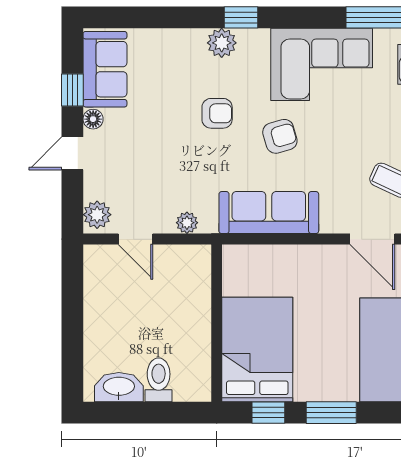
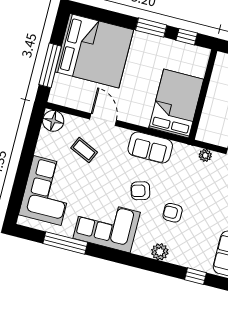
window: (241, 17) -> (196, 276), moved
sofa: (269, 213) -> (150, 147), width x0.73
bed: (257, 350) -> (176, 104), moved, turned 180

